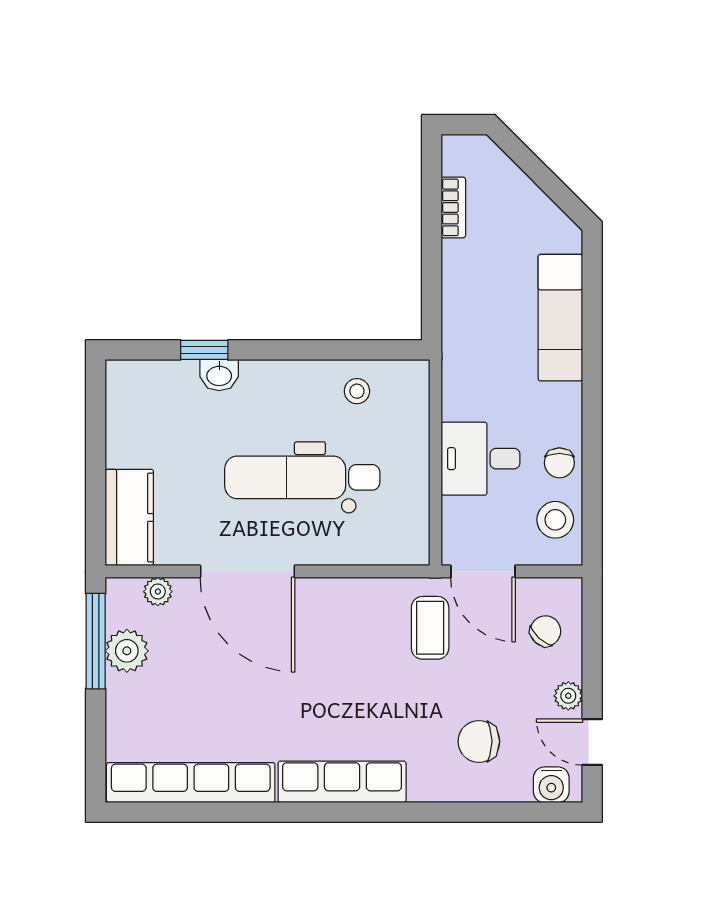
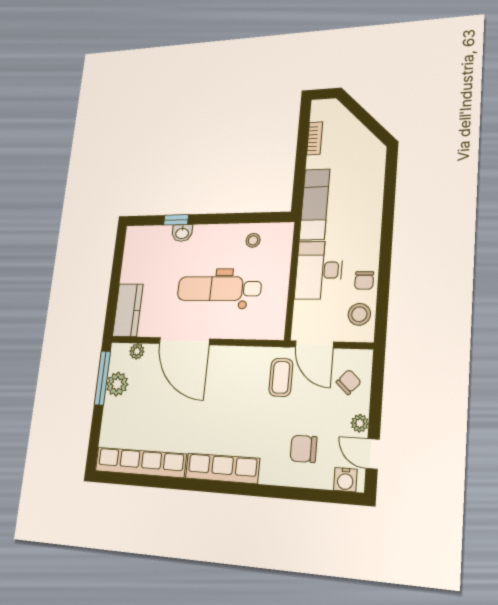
exam couch: (560, 318) -> (315, 204), moved, turned 180
desk: (481, 459) -> (319, 270), width x1.37

